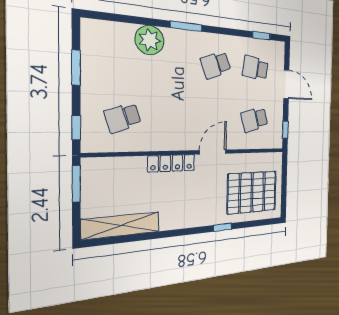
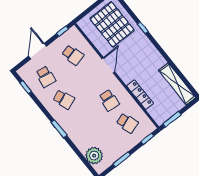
plant: (150, 40) -> (94, 156), moved
school desk: (171, 118) -> (109, 100), added
door: (213, 152) -> (108, 65), swing flipped
locker: (171, 163) -> (140, 95), moved

